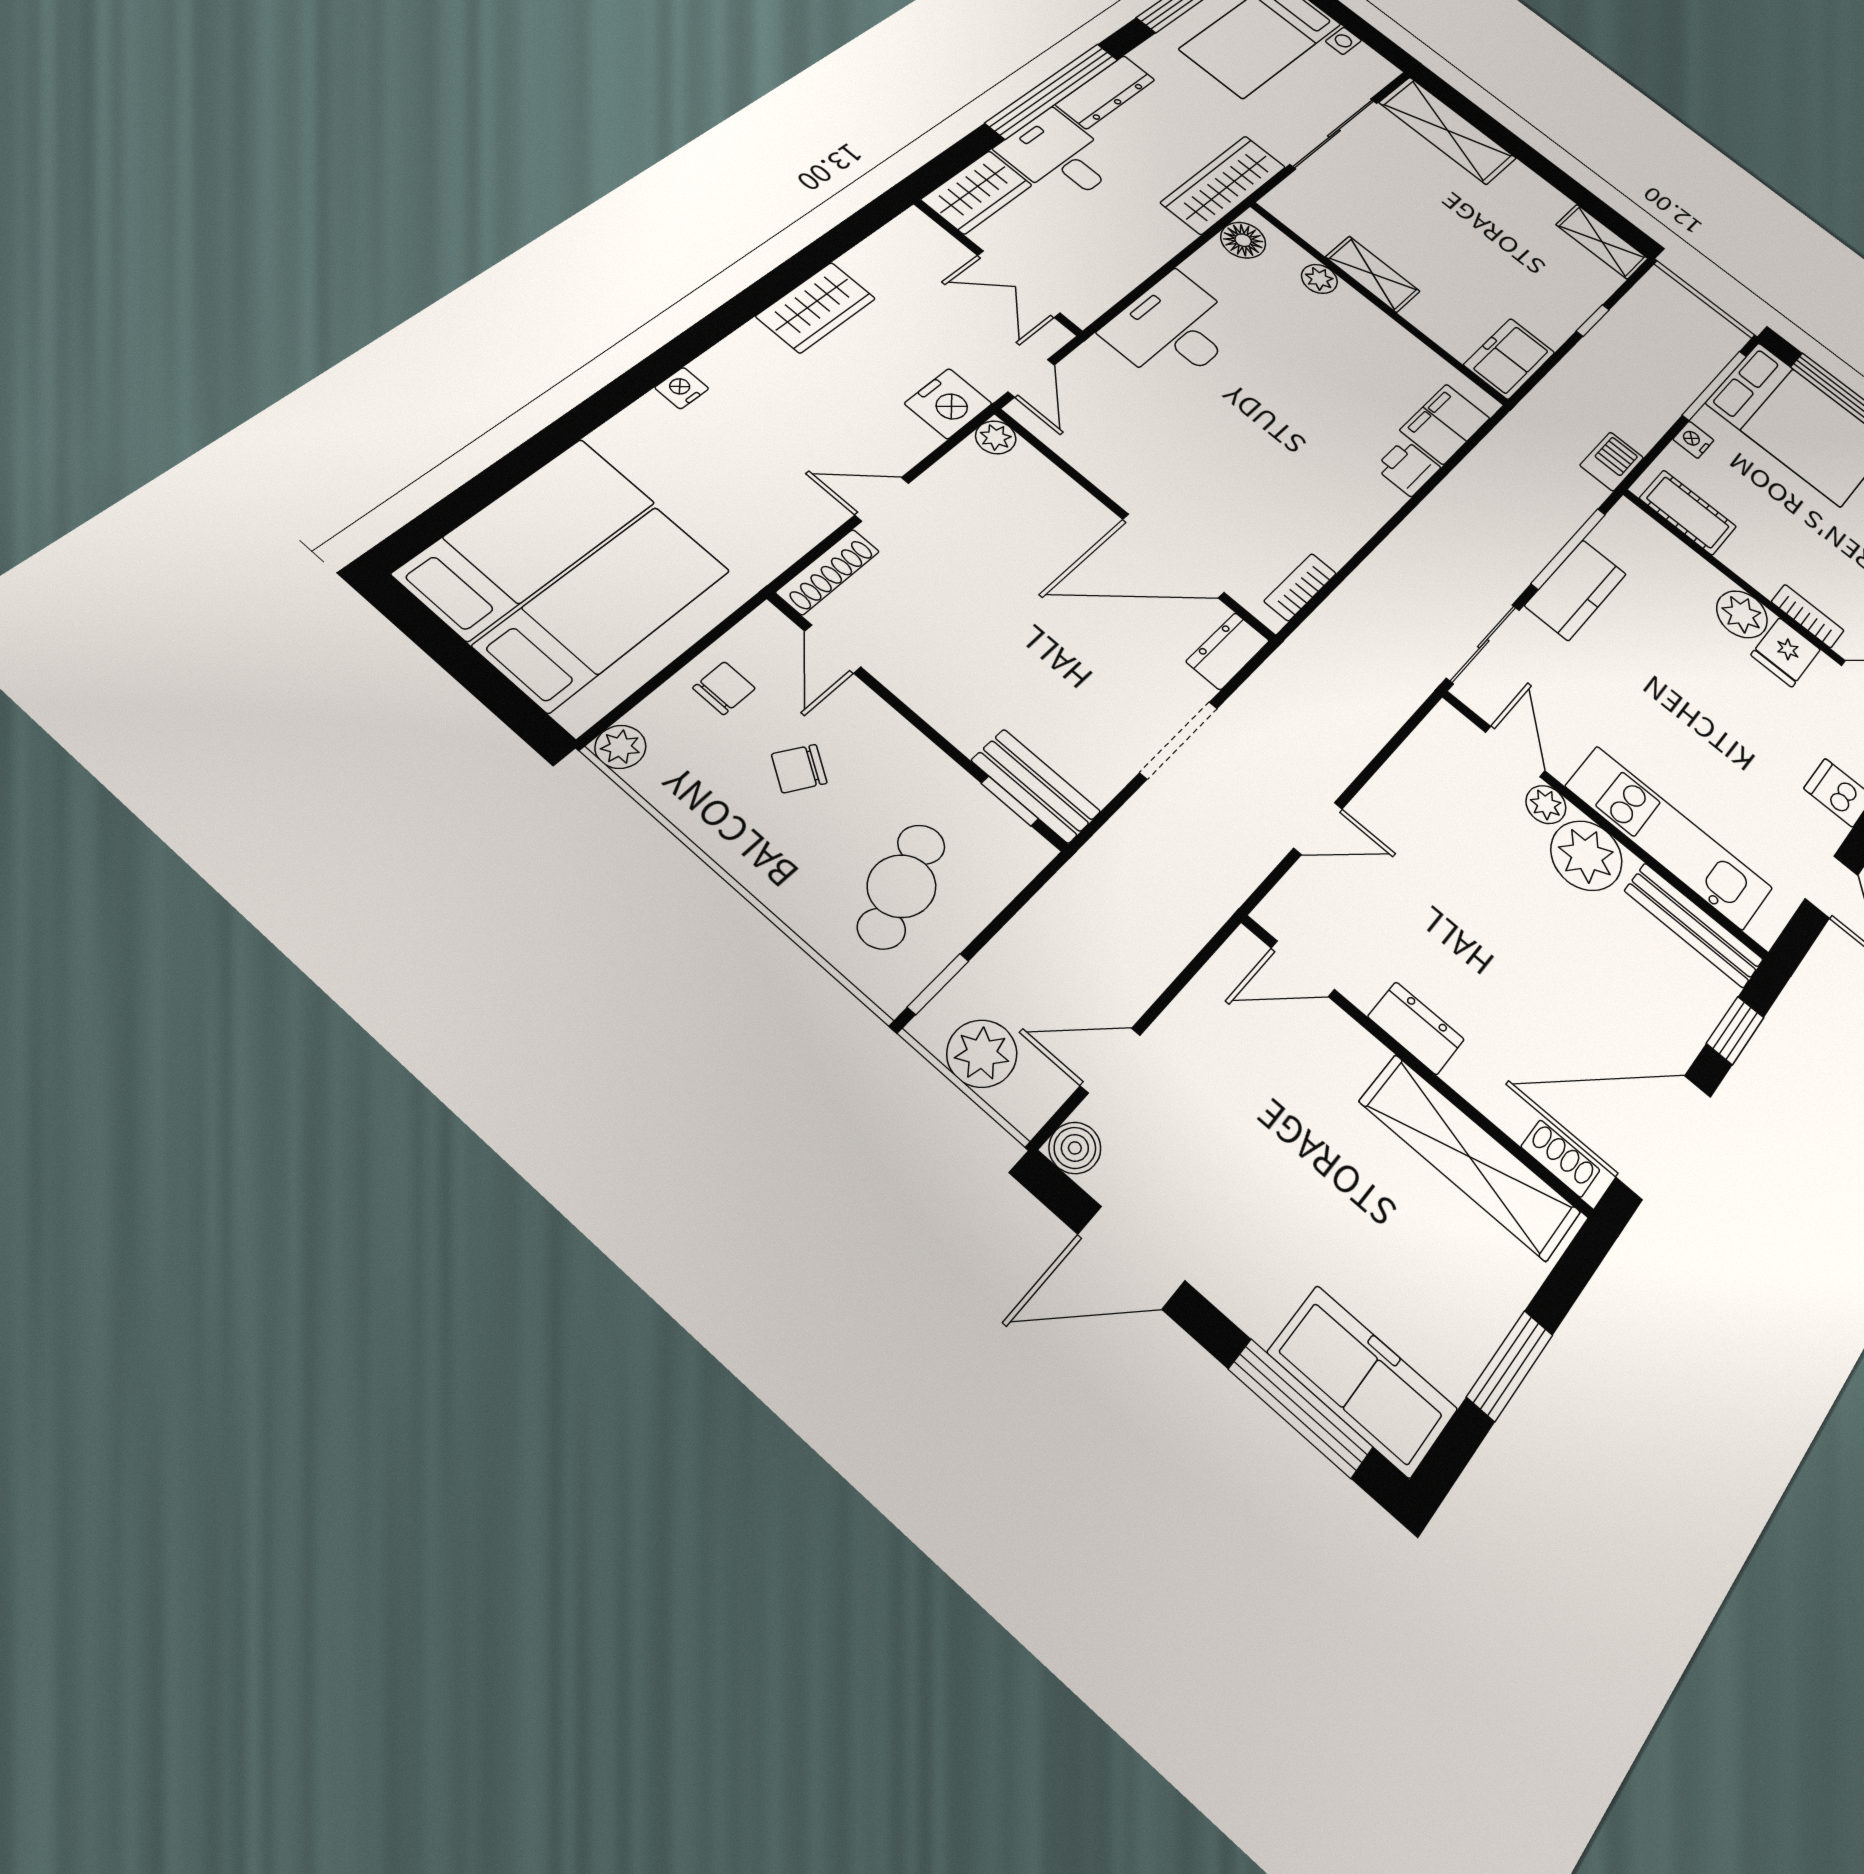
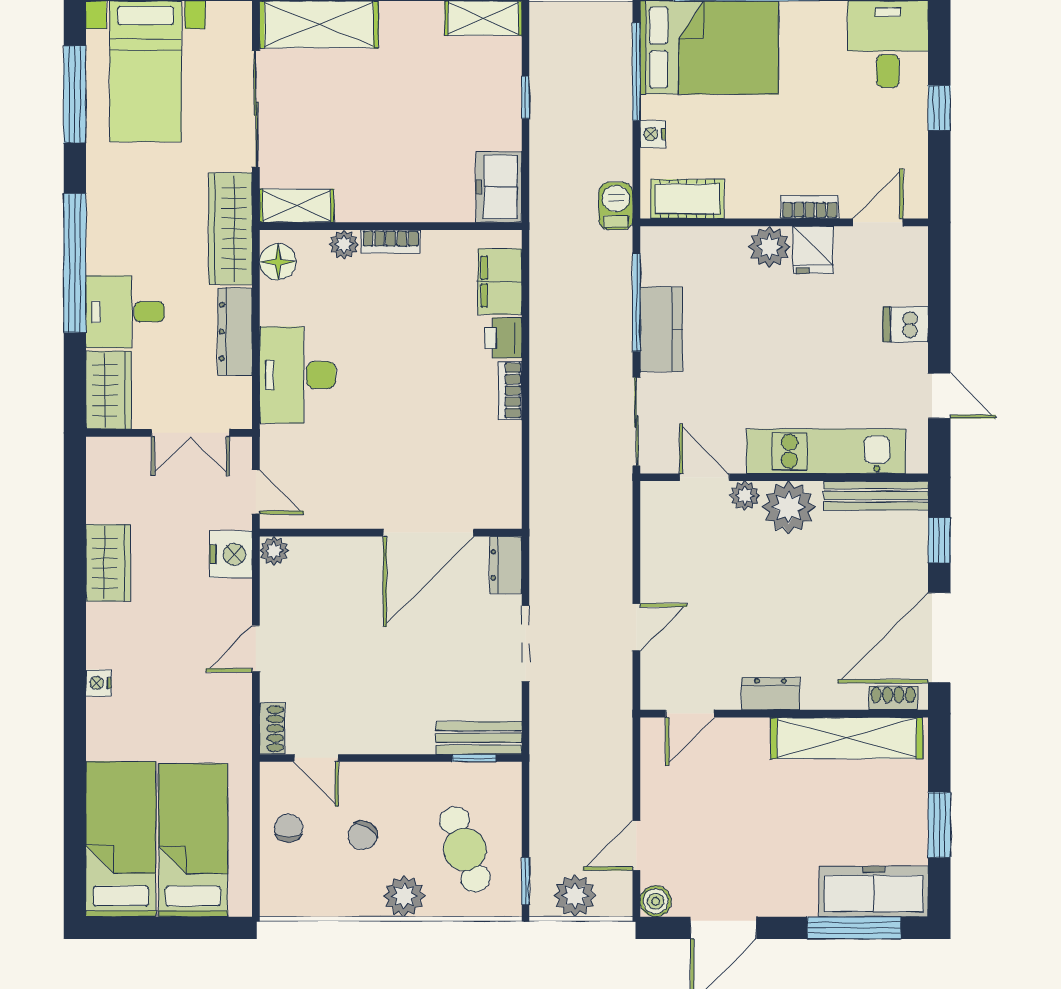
dresser: (1105, 92) -> (235, 332), moved, turned 180
shelving: (1373, 274) -> (297, 206), moved
bookcase: (1367, 312) -> (391, 241), added
shoe rack: (828, 572) -> (272, 729), width x0.70
bookcase: (1300, 587) -> (510, 390), moved
plant: (620, 747) -> (404, 896), moved, width x1.38, depth x1.38

